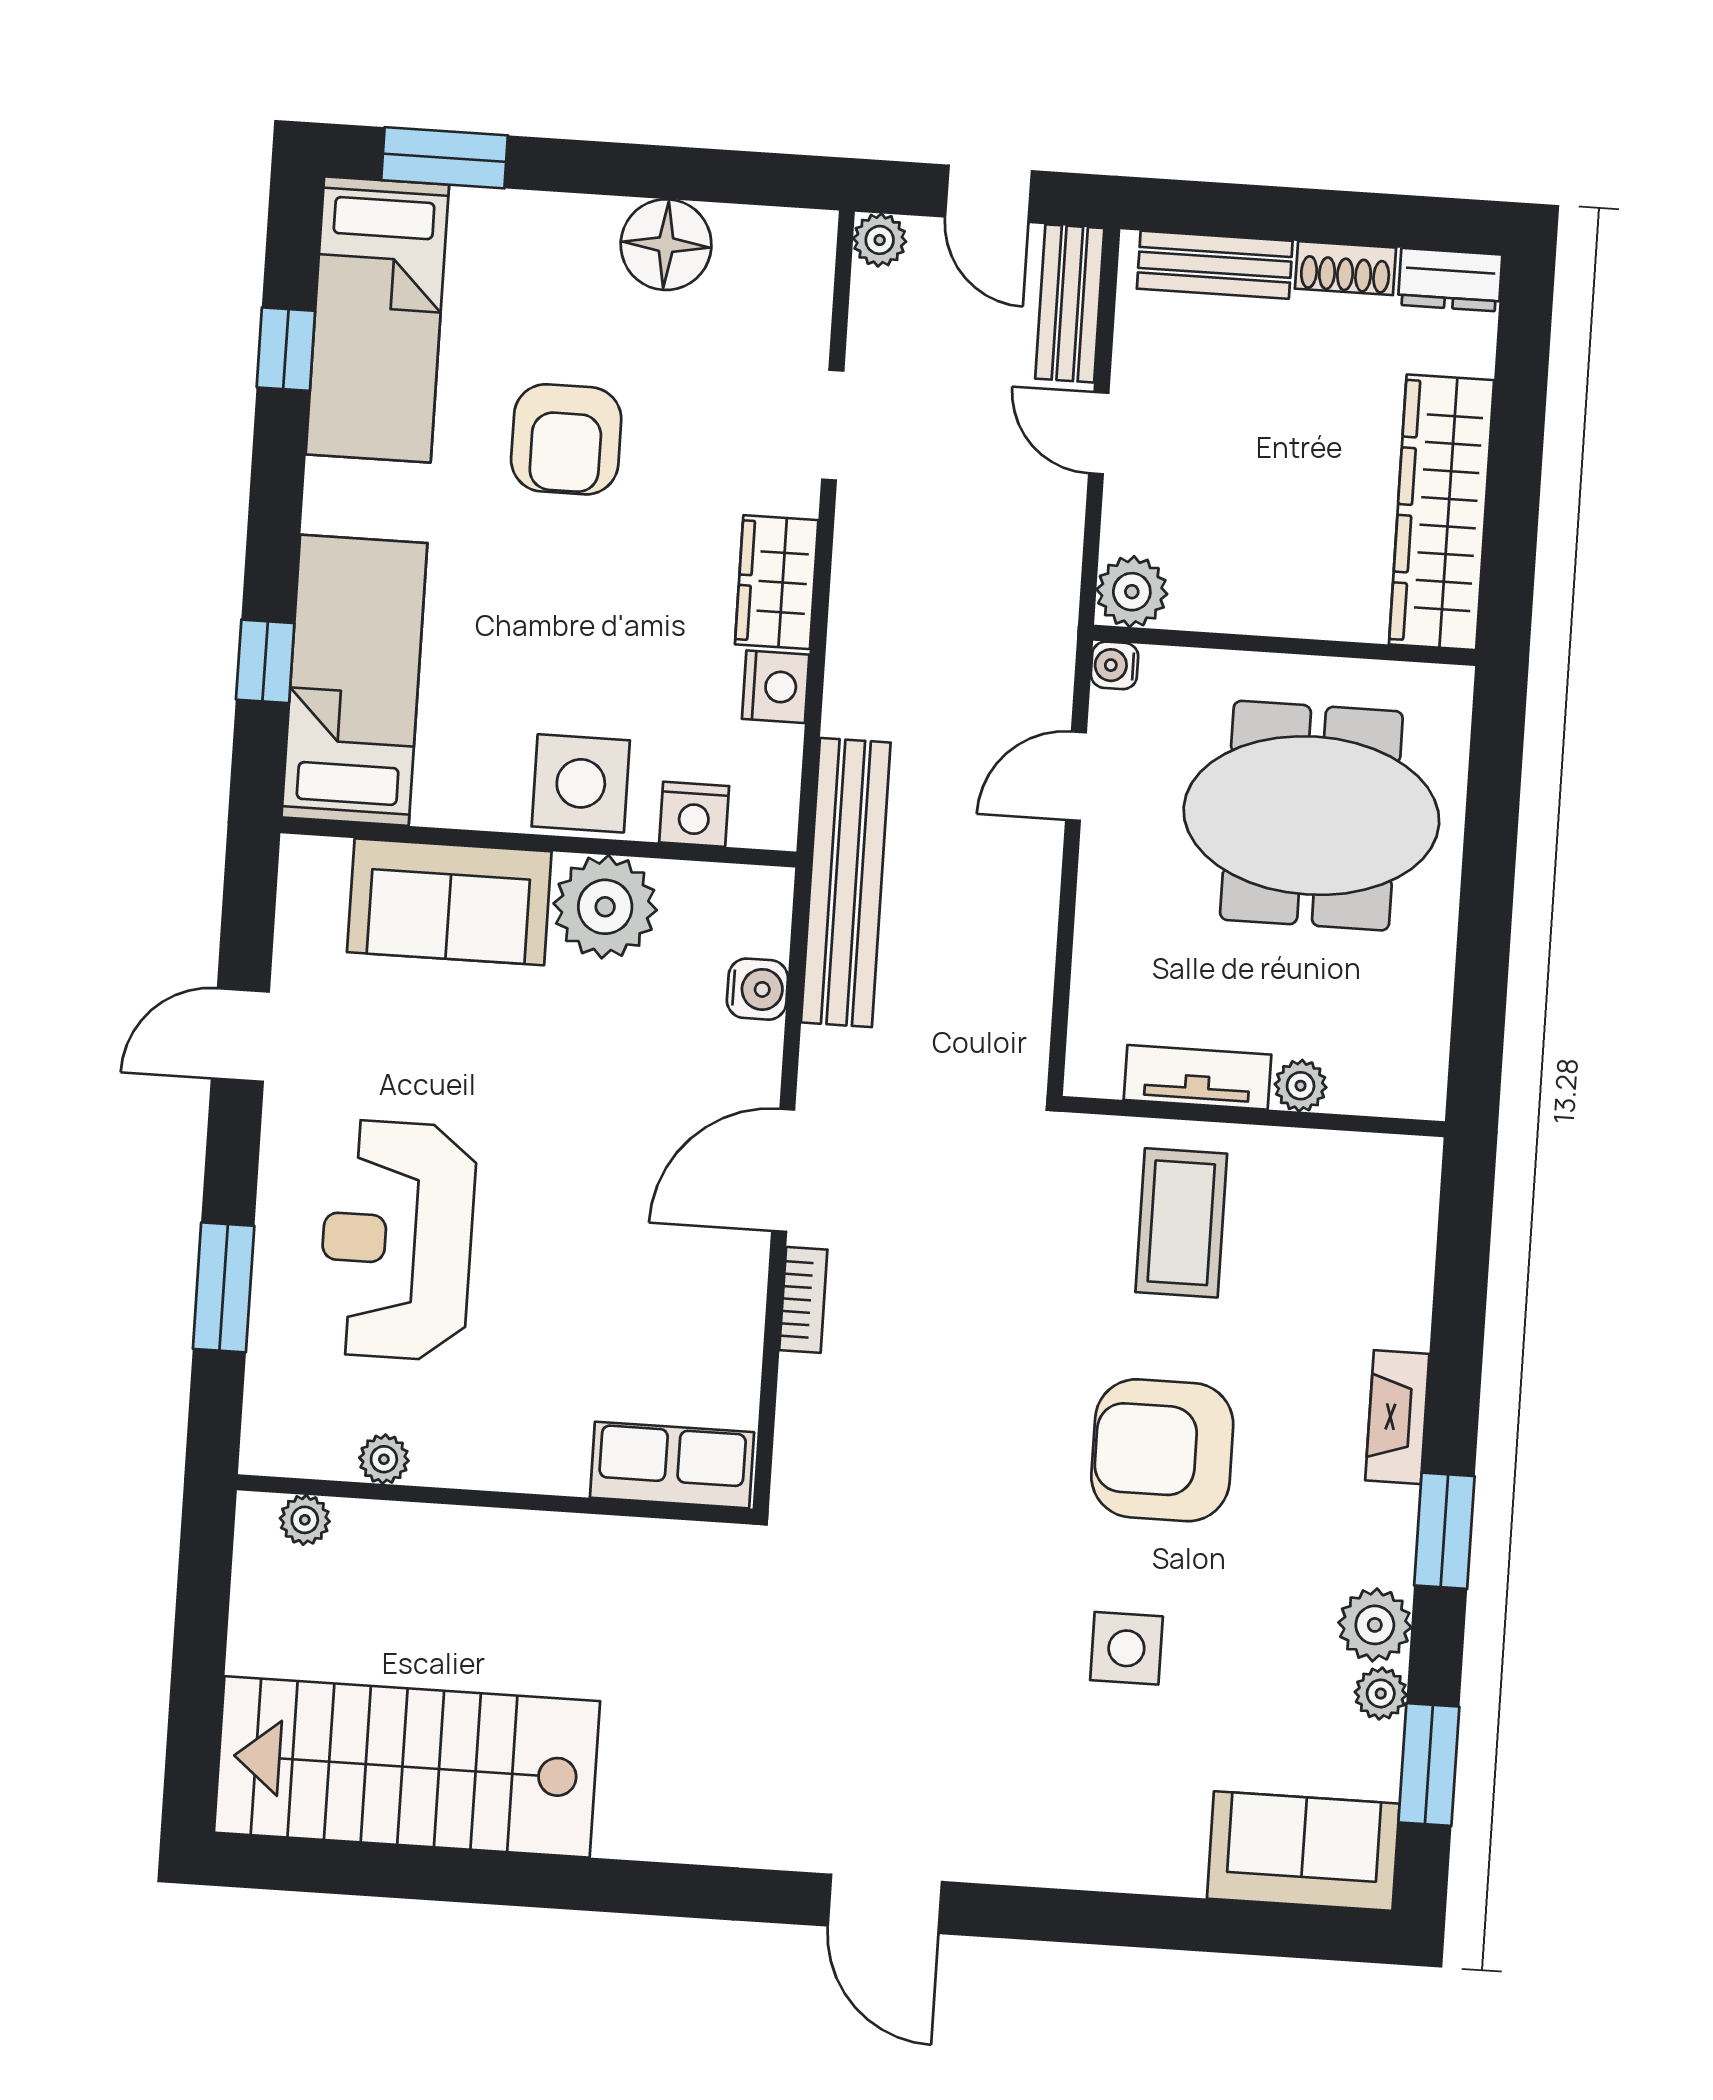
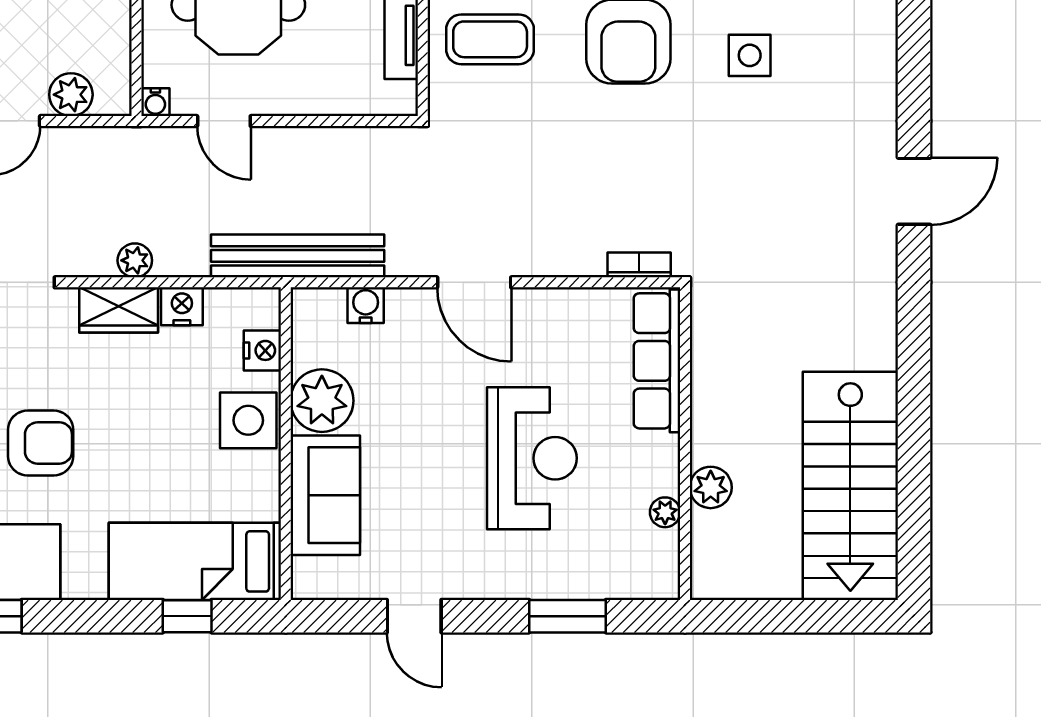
plant: (1132, 592) -> (71, 95), moved
plant: (856, 614) -> (135, 260), added
reception desk: (397, 1240) -> (532, 458), moved, turned -90
bookcase: (803, 1300) -> (639, 265), moved
row of seats: (672, 1465) -> (657, 361), width x1.48
plant: (305, 1520) -> (711, 487), moved, width x1.38, depth x1.38

